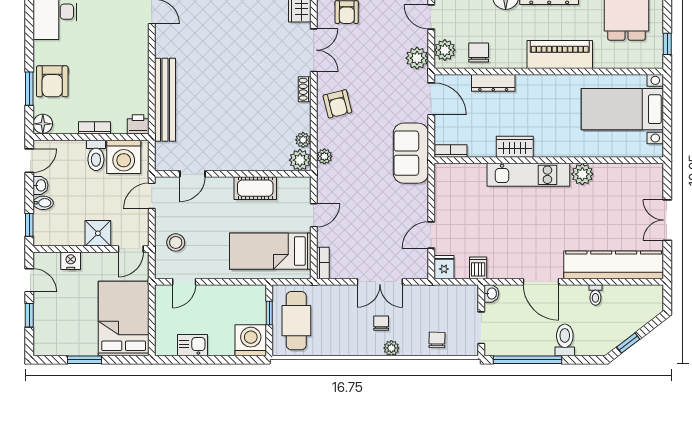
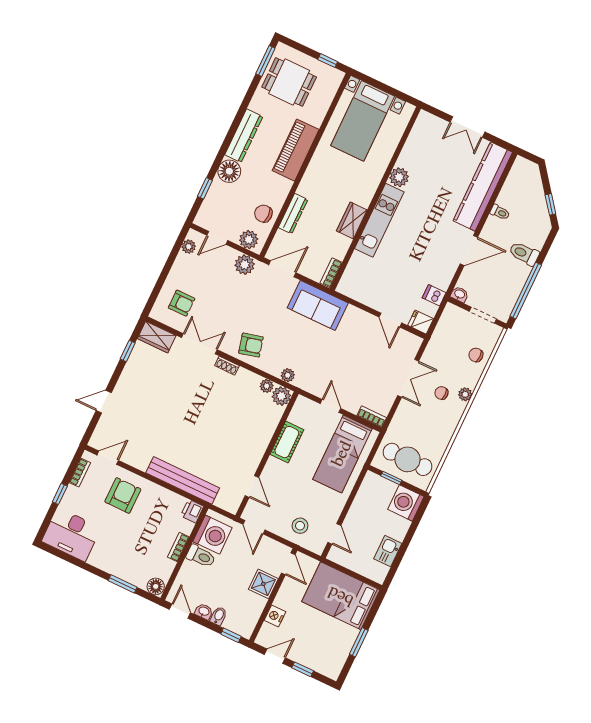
armchair: (52, 81) -> (123, 495), moved, turned -90

